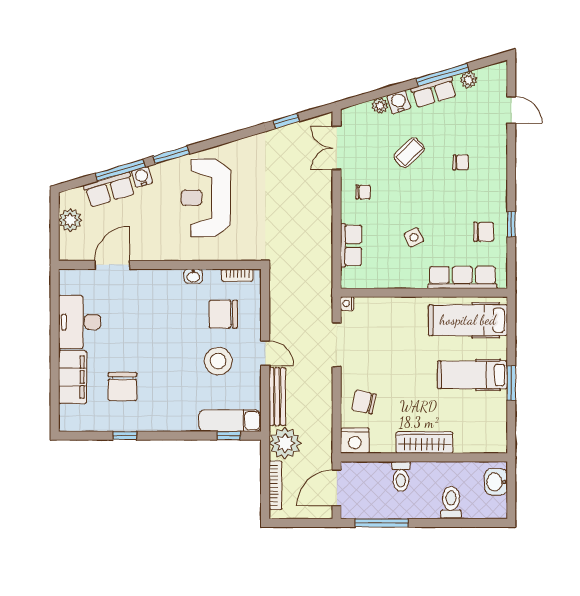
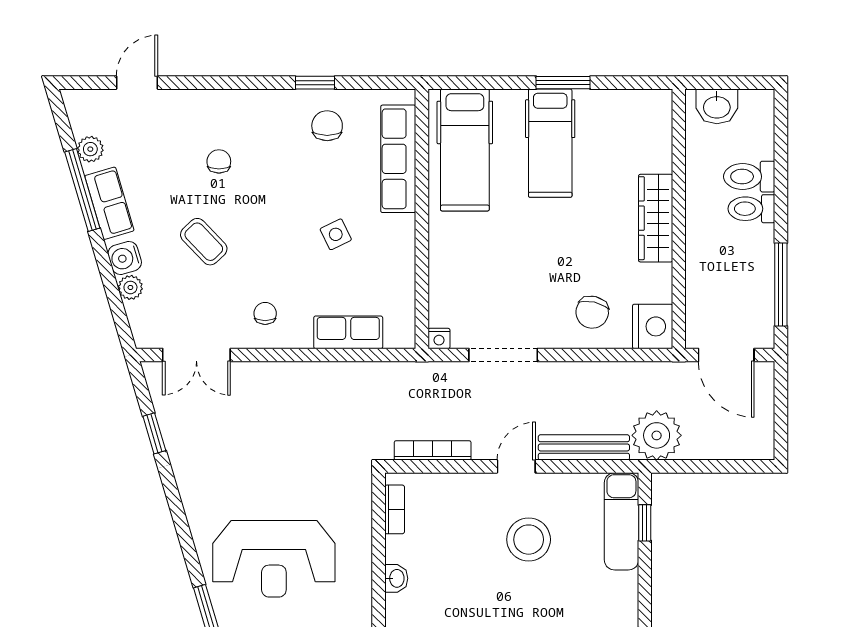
chair: (223, 314) -> (455, 532), removed
toilet: (401, 476) -> (751, 209), moved, turned 180
bookcase: (275, 485) -> (433, 450), moved

